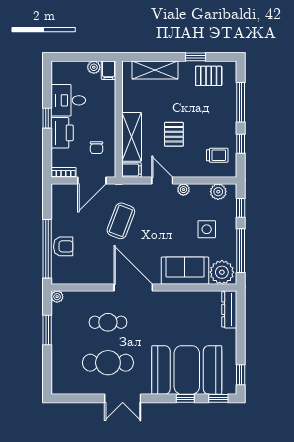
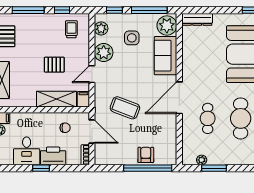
plant: (183, 190) -> (104, 53), width x1.87, depth x1.87
plant: (57, 297) -> (202, 160), moved

